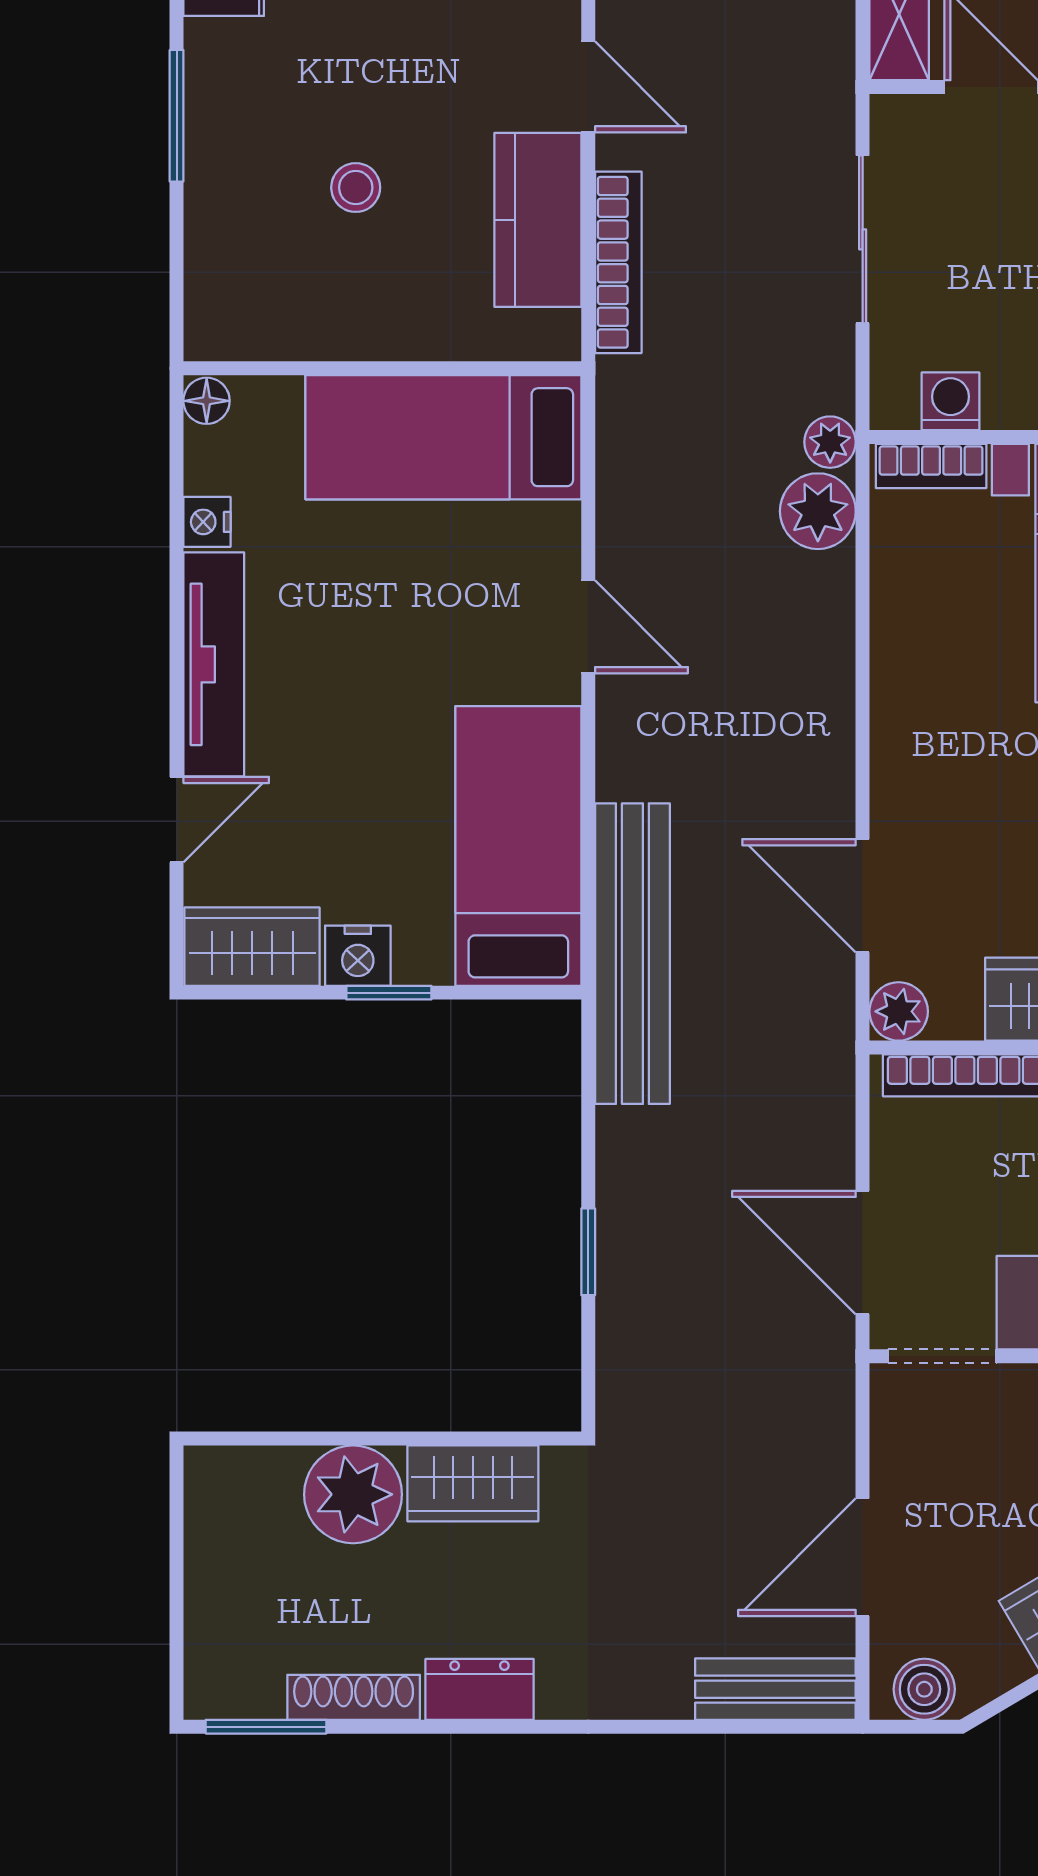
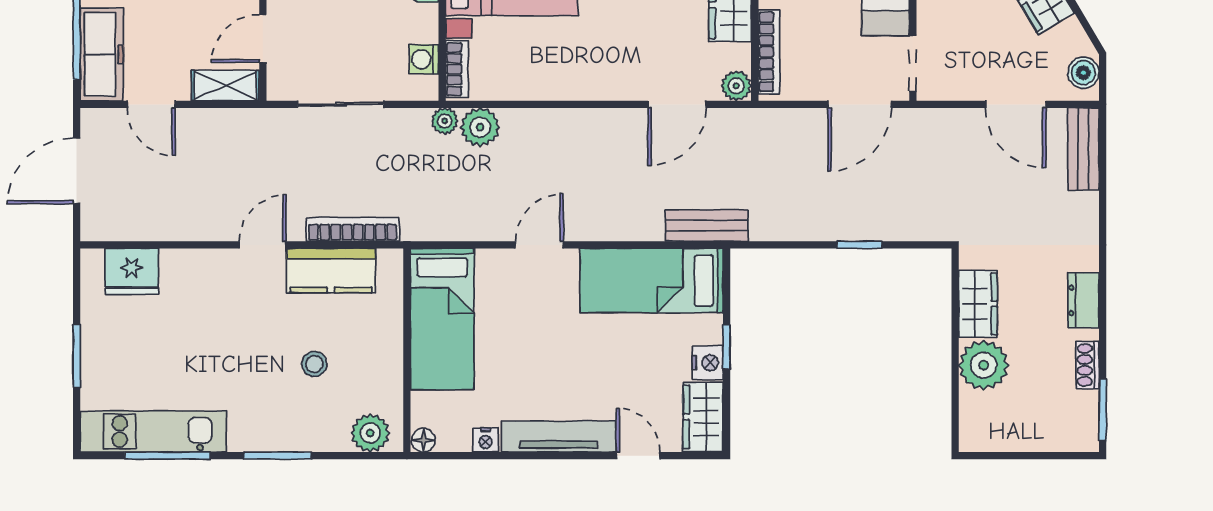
plant: (221, 297) -> (370, 433), added
bench: (632, 954) -> (707, 226), width x0.54, depth x0.82
shoe rack: (354, 1697) -> (1088, 365), width x0.70

